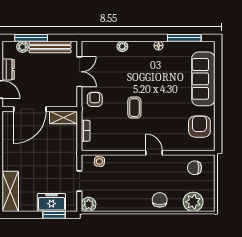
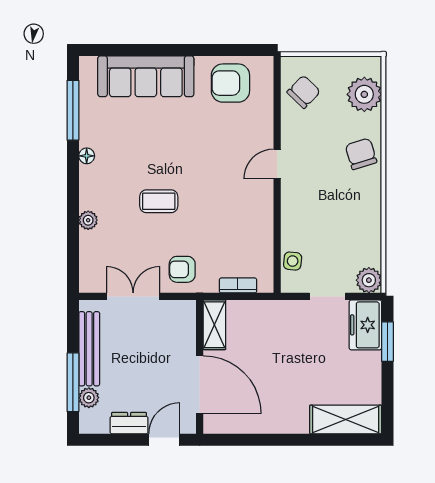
coffee table: (134, 108) -> (159, 201), moved
chair: (195, 168) -> (304, 92), turned -136
chair: (160, 200) -> (361, 154), turned 73
freezer: (51, 202) -> (365, 325), moved

